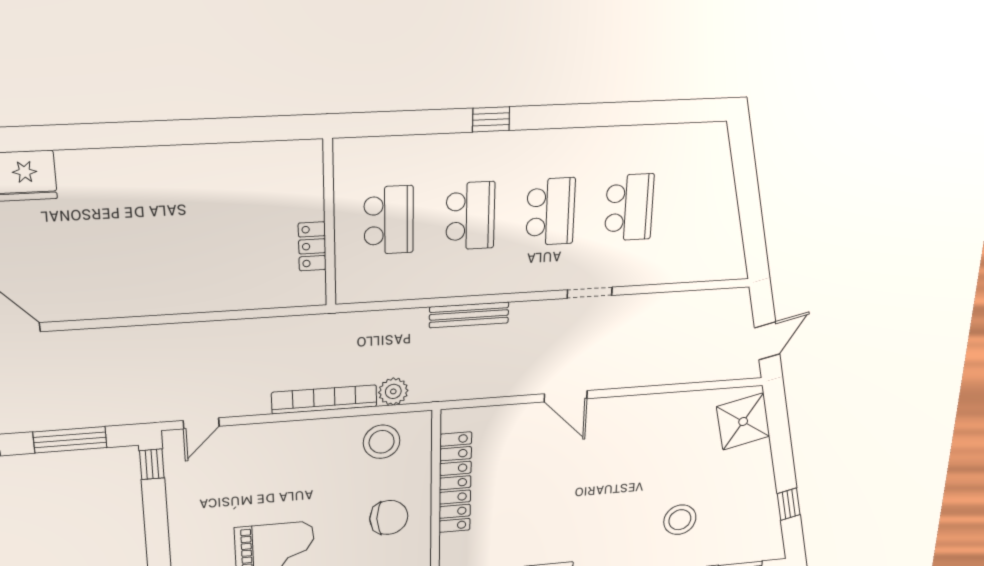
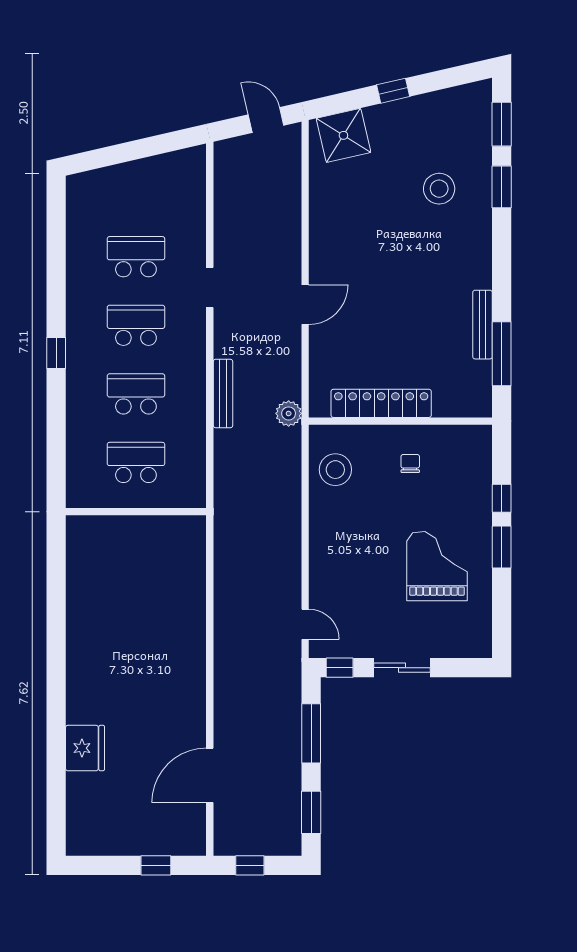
window: (491, 119) -> (56, 353), moved
locker: (312, 246) -> (155, 526), removed
plant: (393, 391) -> (289, 413), moved
bookcase: (324, 399) -> (291, 519), removed
window: (789, 504) -> (393, 91), moved
chair: (389, 517) -> (410, 463), width x0.54, depth x0.54
sliding door: (157, 529) -> (402, 668), added

